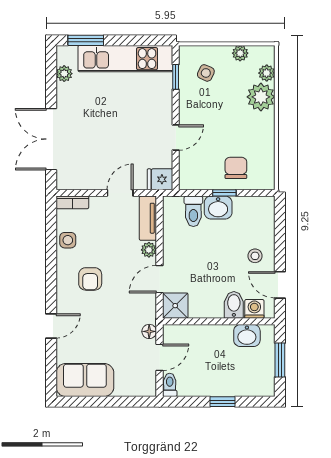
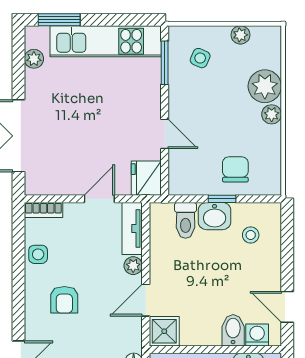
plant: (267, 73) -> (272, 114), moved
window: (176, 77) -> (165, 63), width x1.50
door: (176, 138) -> (165, 134), hinge flipped
fridge: (160, 179) -> (146, 178), width x1.38
stool: (255, 256) -> (251, 235), moved

